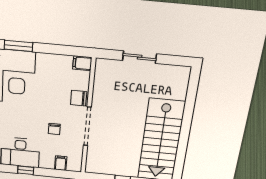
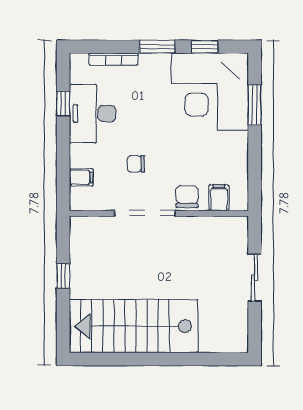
filing cabinet: (82, 63) -> (219, 198), moved
window: (26, 170) -> (63, 104), moved

